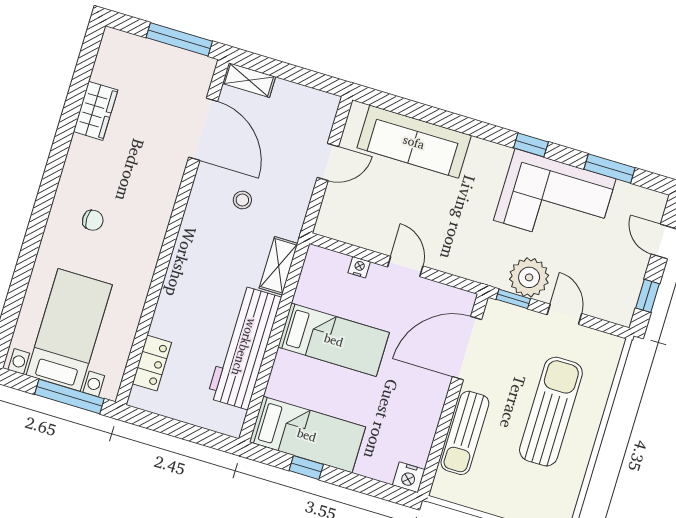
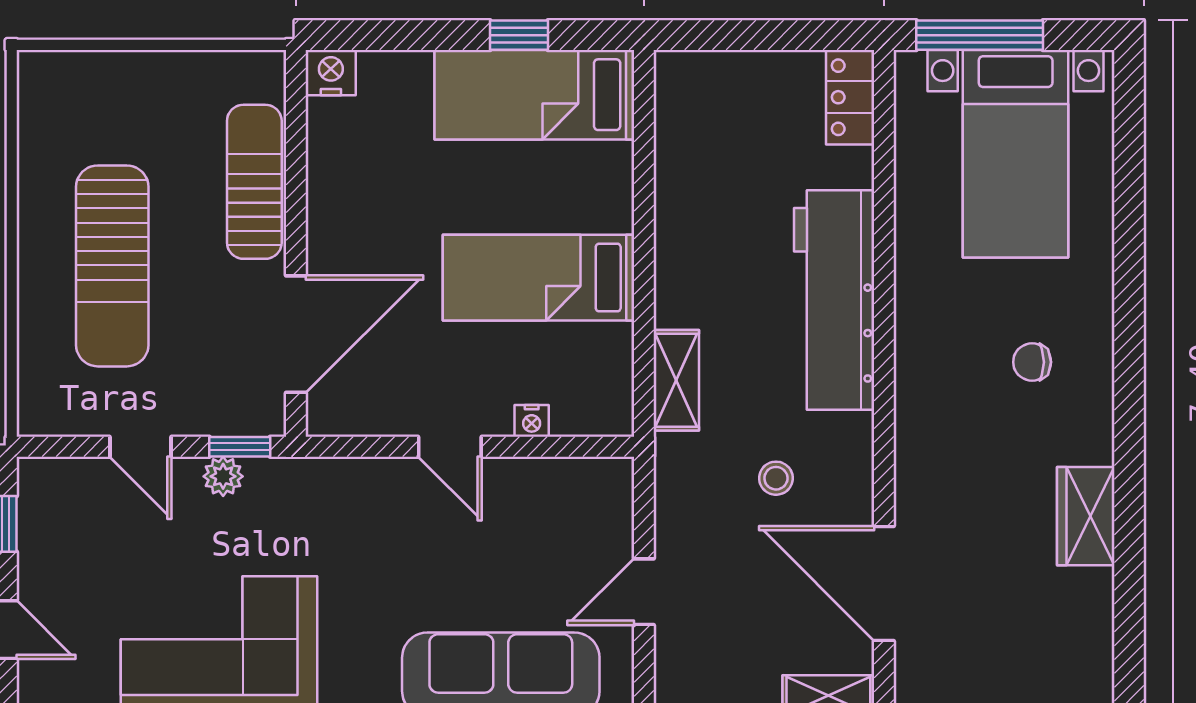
wardrobe: (96, 111) -> (1086, 516), moved
plant: (529, 277) -> (223, 476), width x0.53, depth x0.53
workbench: (244, 347) -> (834, 300), moved, turned 180
locker: (152, 363) -> (850, 97), moved

